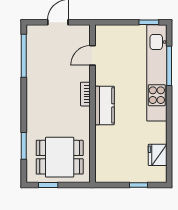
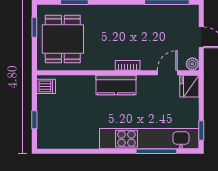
plant: (84, 31) -> (192, 64), added
door: (92, 55) -> (167, 73), hinge flipped
fridge: (158, 155) -> (189, 86), moved, turned -90
dishwasher: (106, 173) -> (46, 86), added

